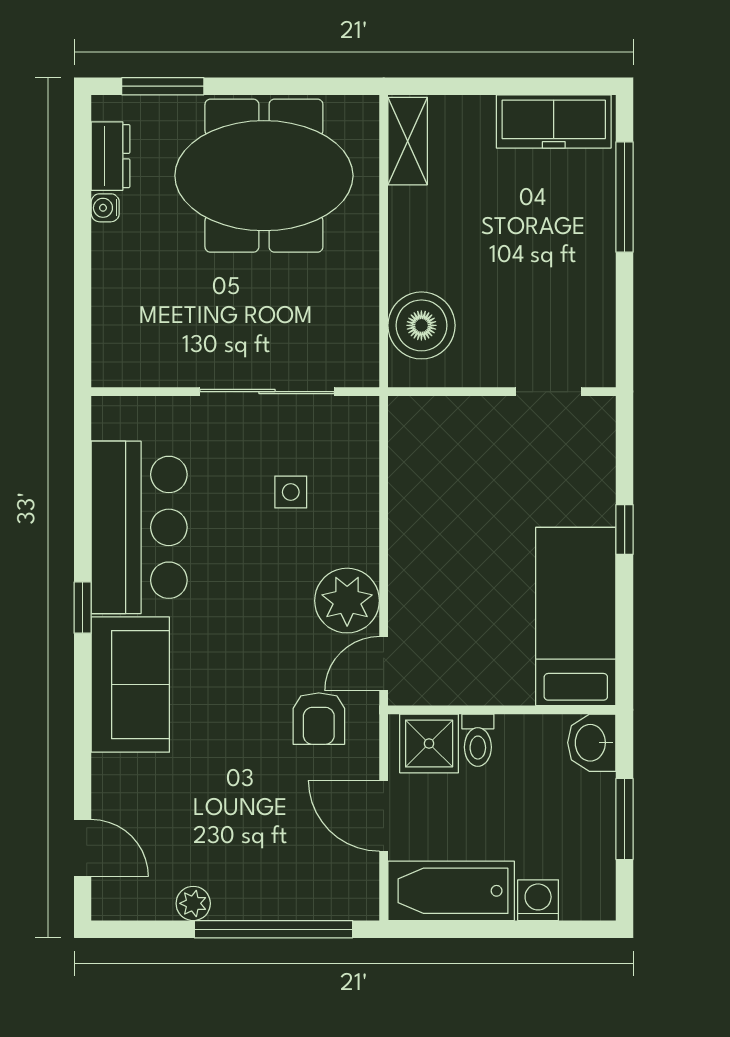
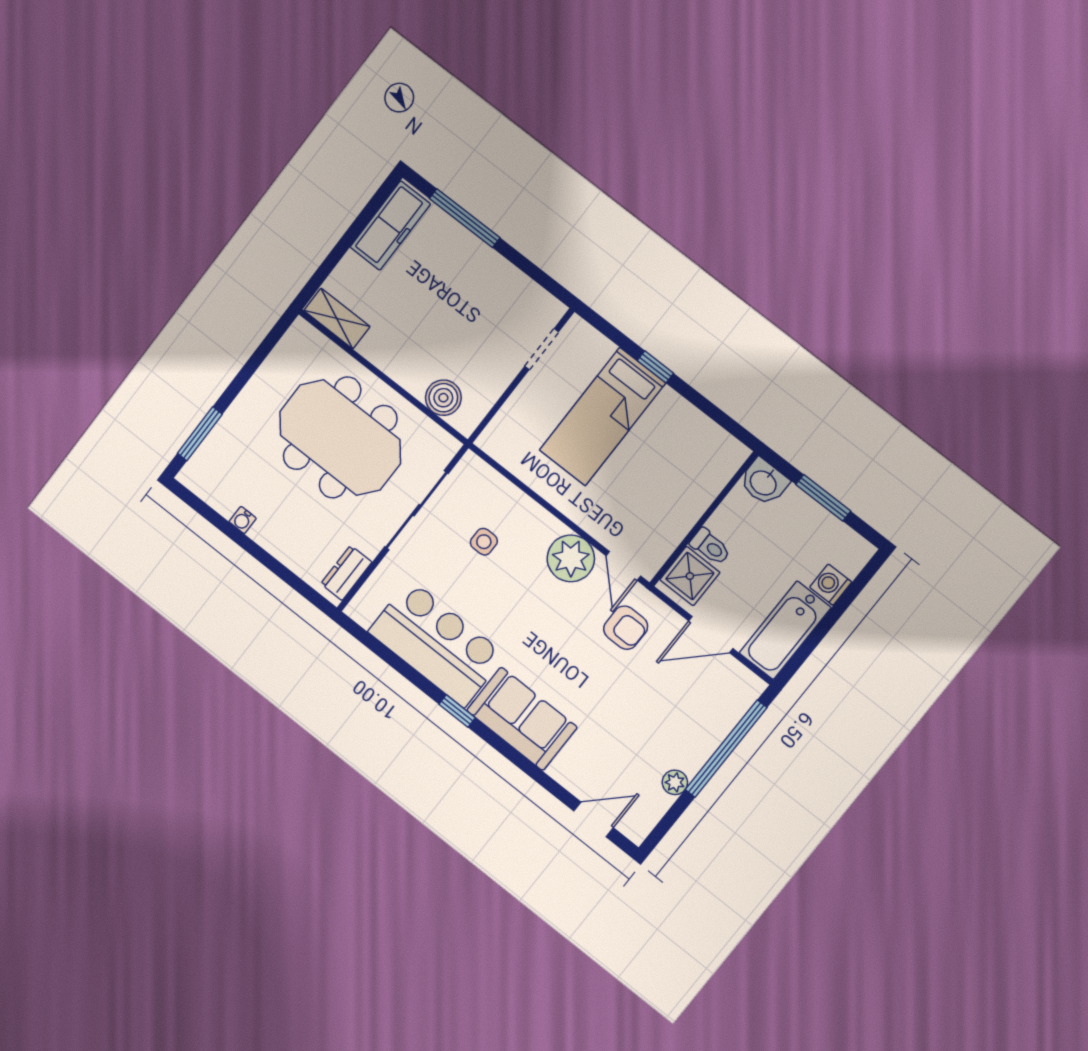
dresser: (111, 156) -> (346, 573), moved, turned -90
meeting table: (264, 176) -> (340, 437), moved, turned 90
boiler: (421, 325) -> (443, 398), width x0.73, depth x0.73
bed: (576, 616) -> (602, 417), moved, turned -90

